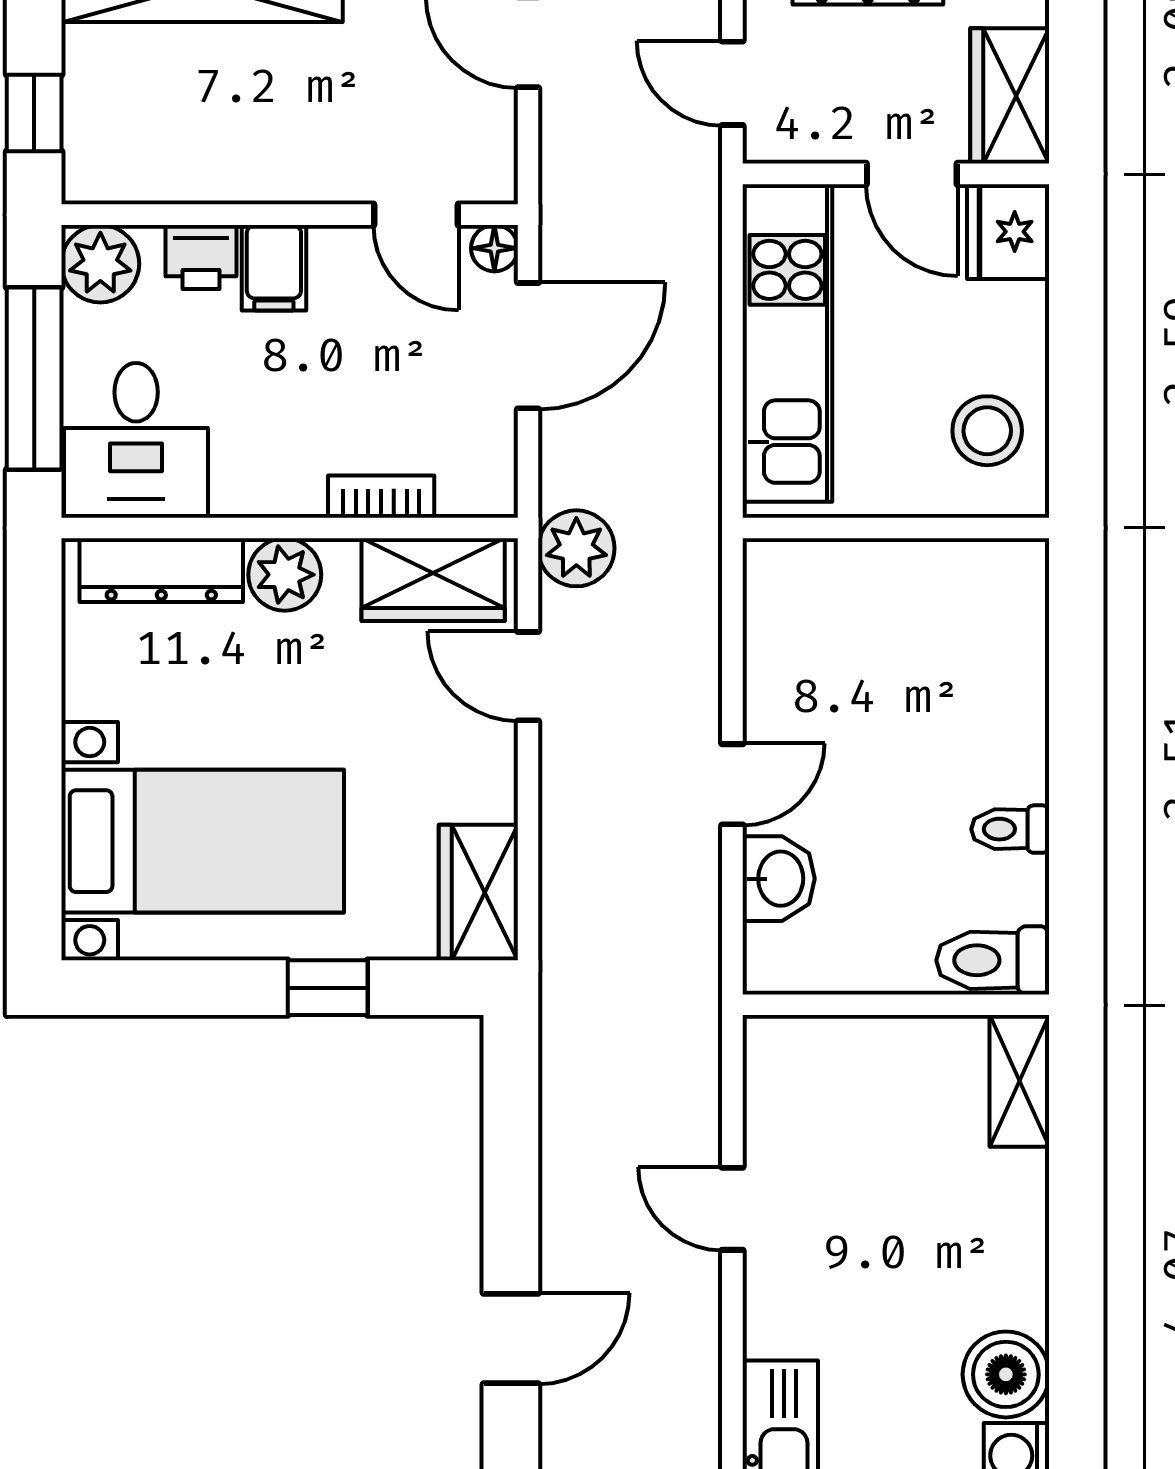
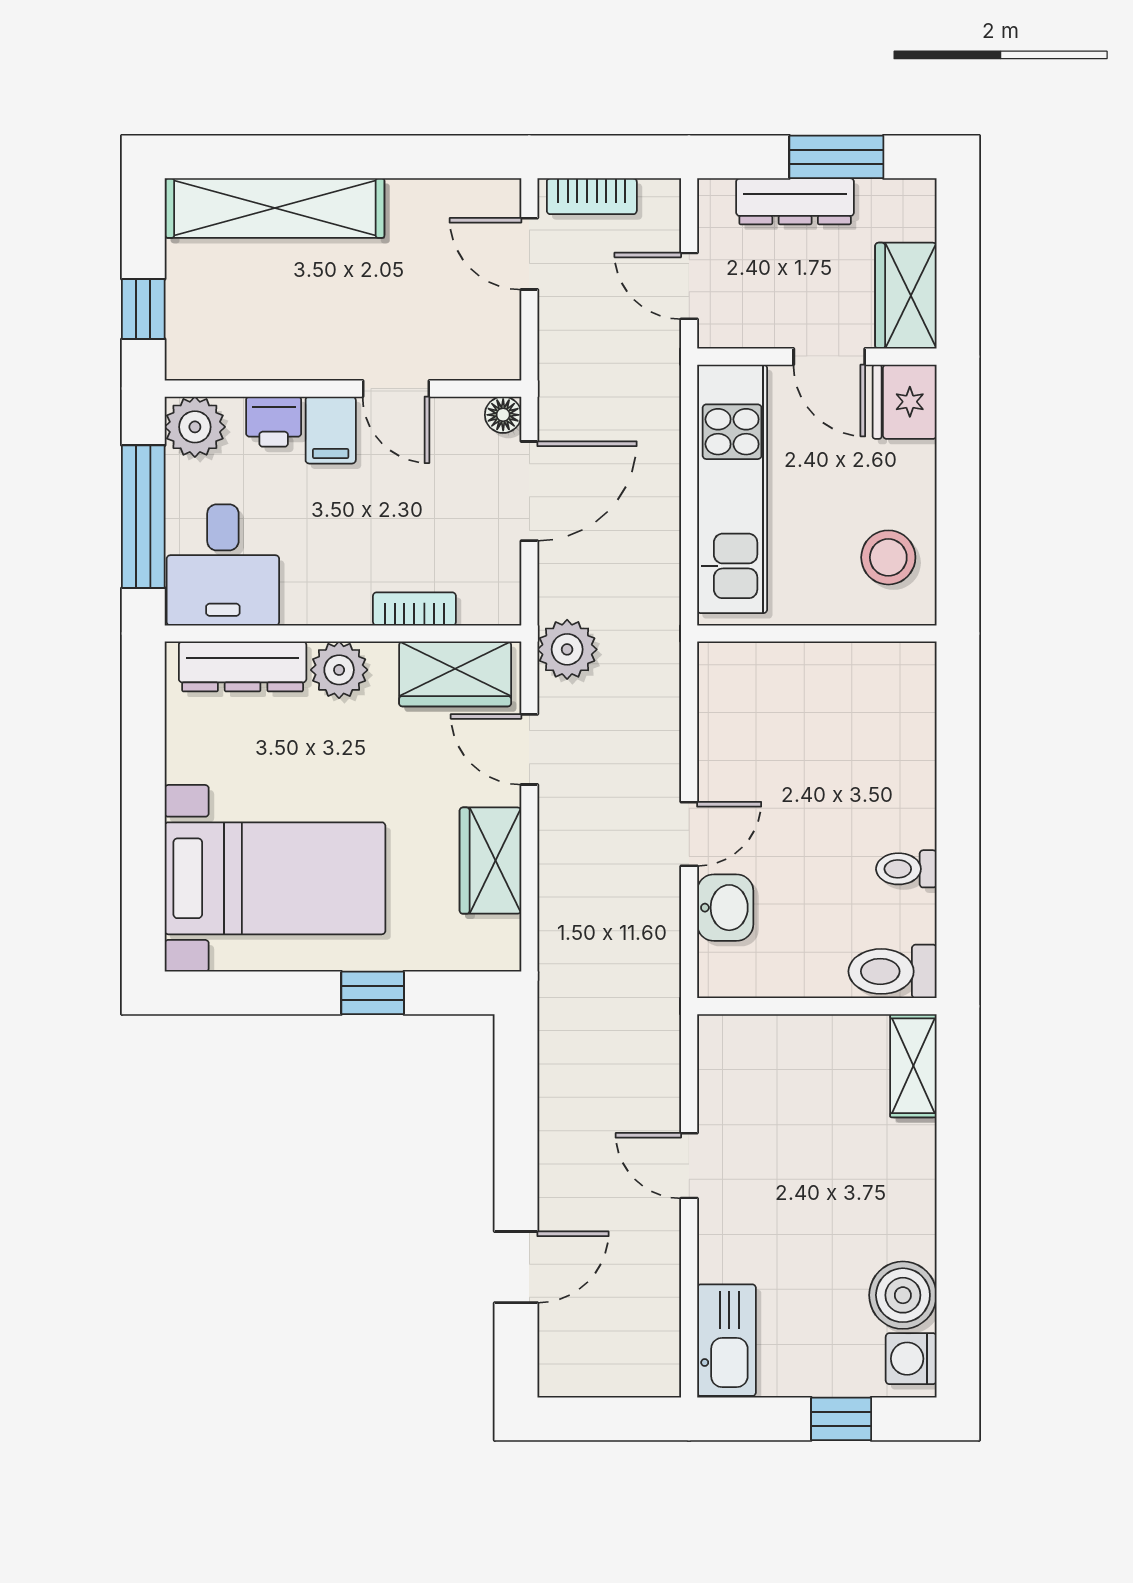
door: (416, 215) -> (396, 389), moved
wardrobe: (478, 893) -> (490, 861), moved

